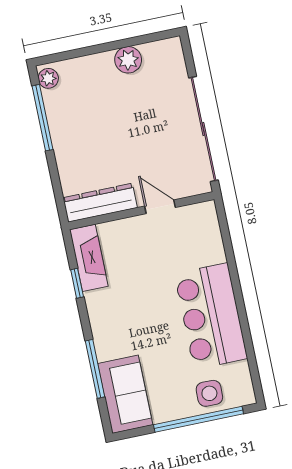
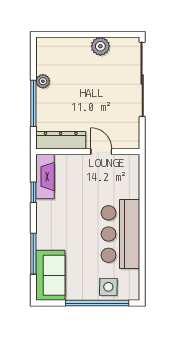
plant: (48, 78) -> (43, 81), moved
window: (43, 118) -> (33, 103), moved
sliding door: (203, 129) -> (142, 79), moved

